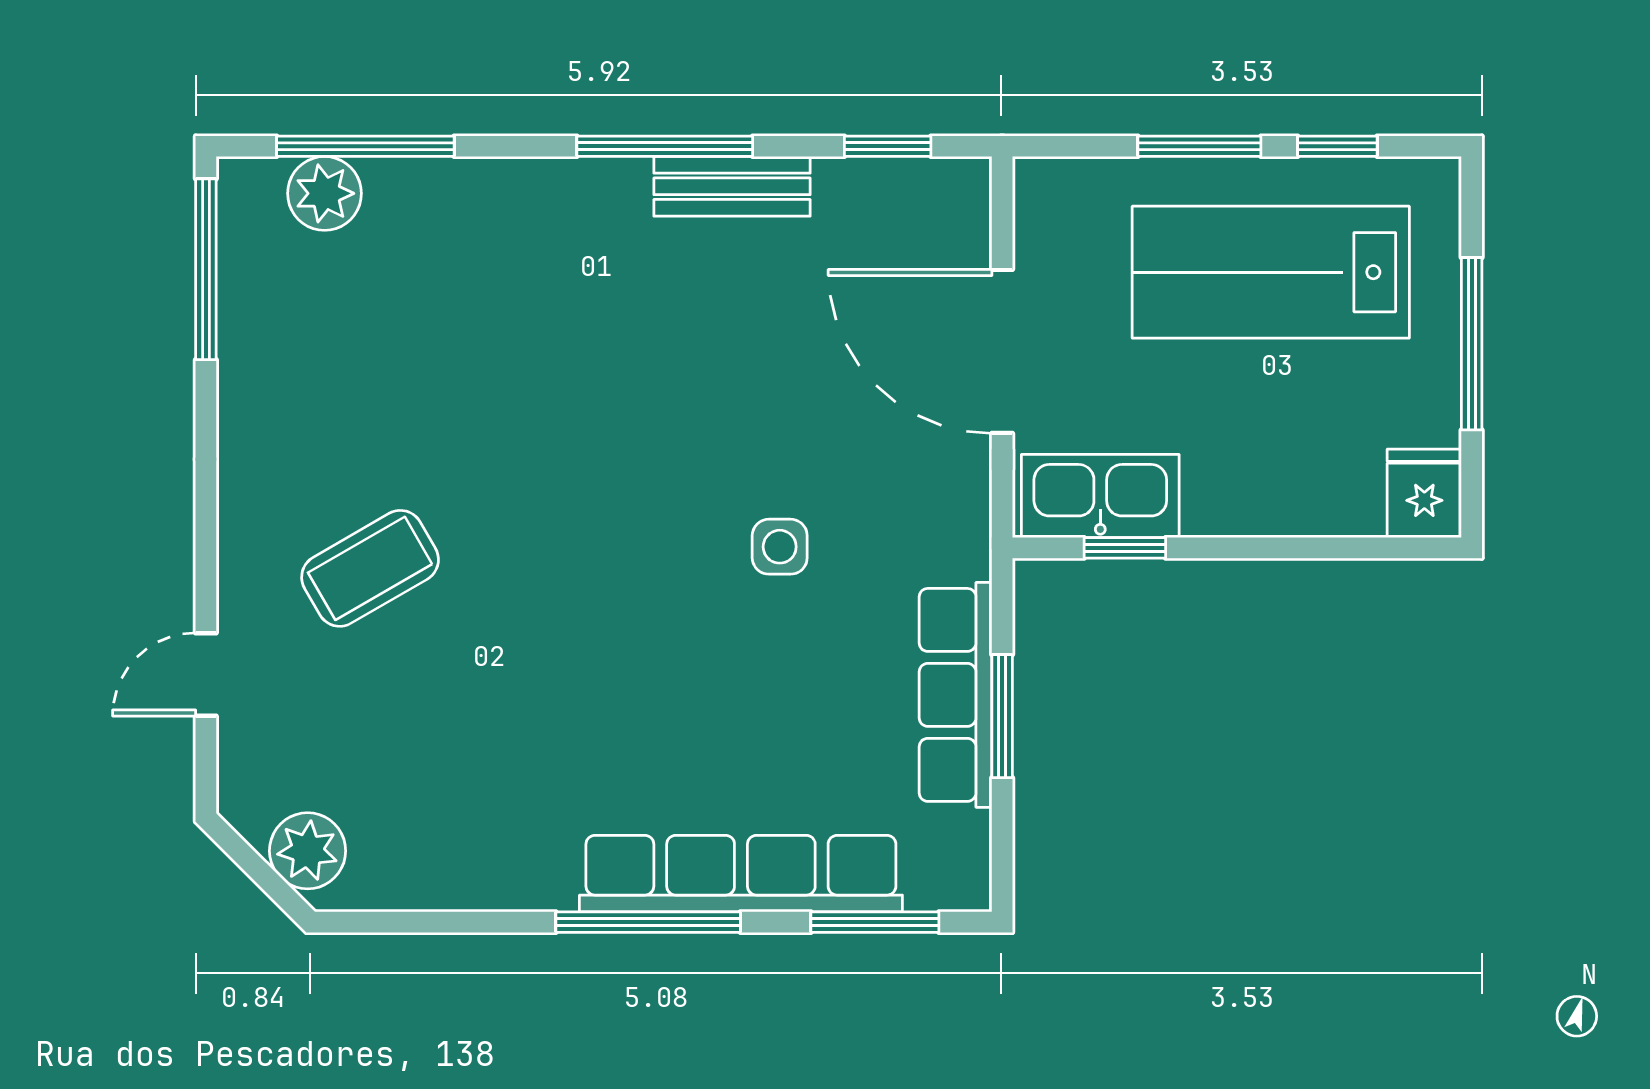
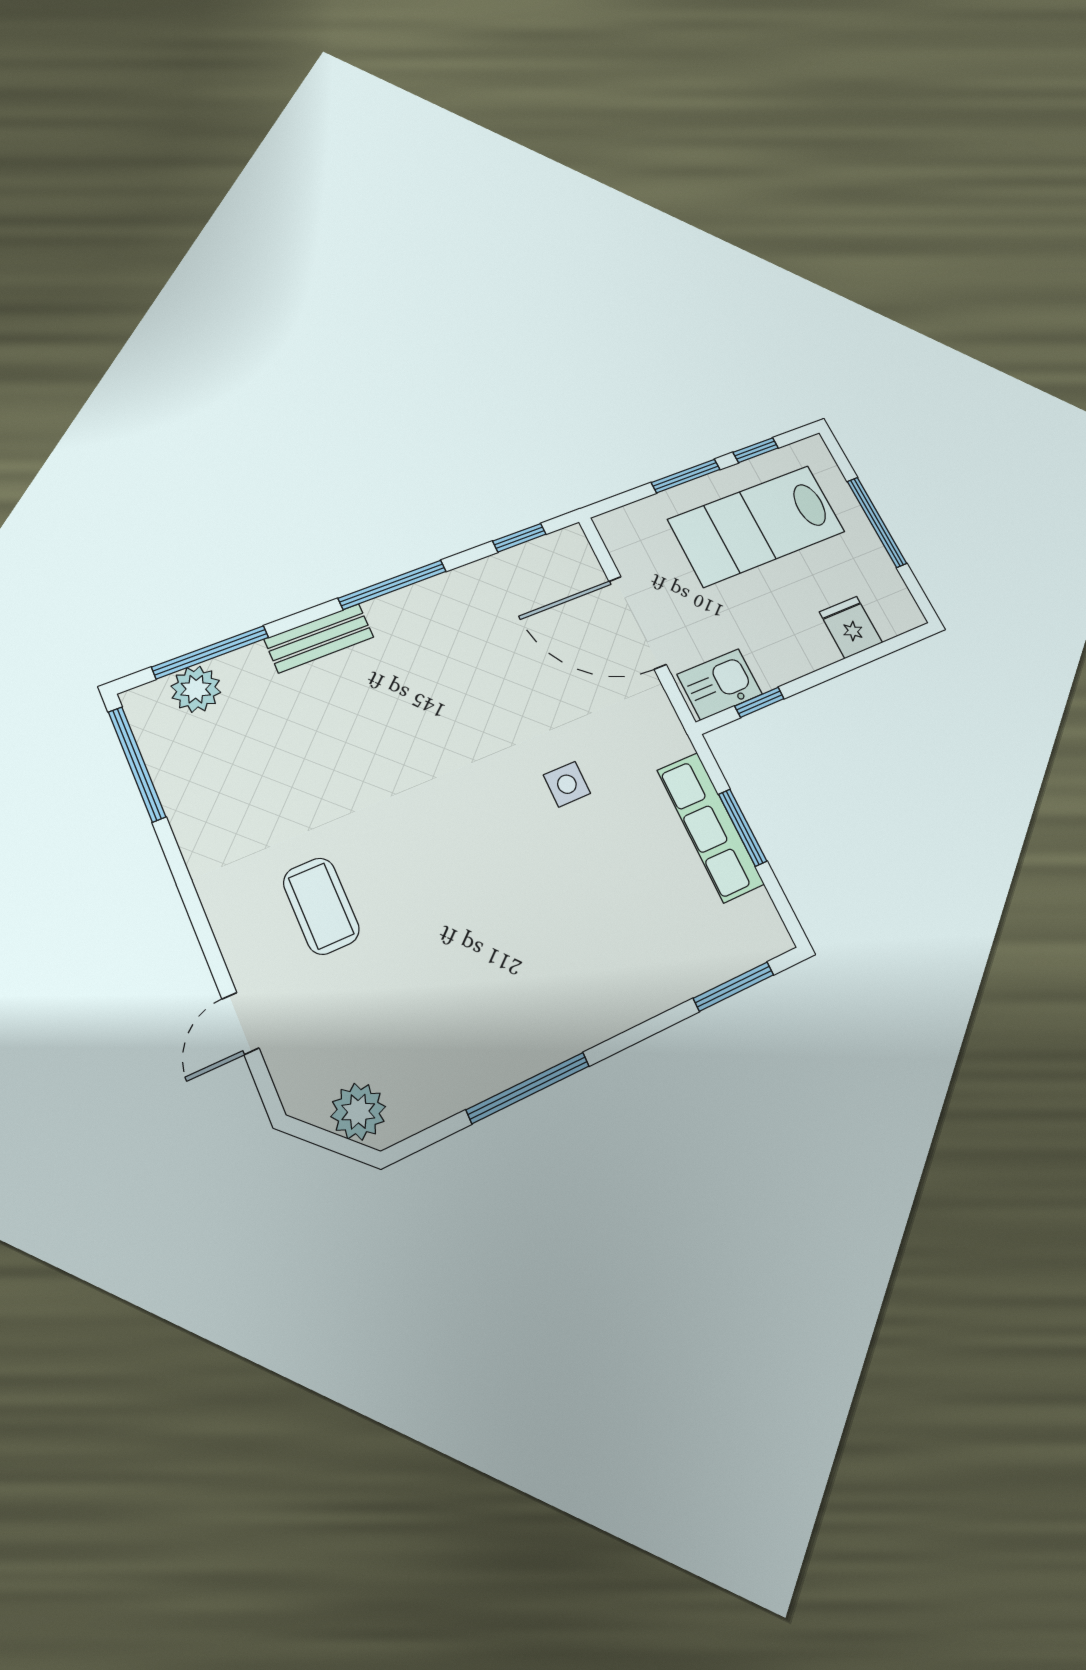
bench: (732, 186) -> (319, 638), moved
fridge: (1424, 493) -> (851, 627), moved
kitchen sink: (1100, 496) -> (720, 684), width x0.73
coffee table: (370, 568) -> (321, 906), turned -60
row of seats: (741, 874) -> (640, 994), removed
window: (648, 922) -> (528, 1088), moved

